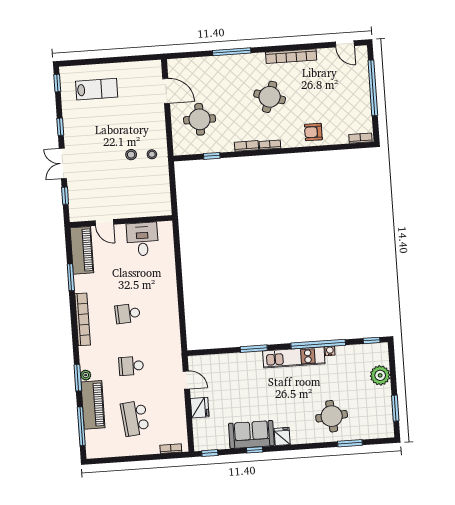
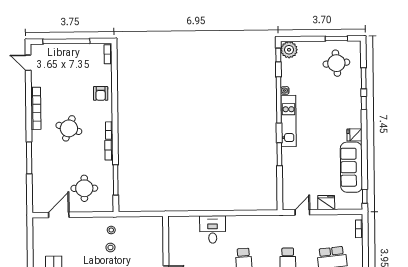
door: (345, 44) -> (28, 63), swing flipped
window: (212, 156) -> (116, 180), width x2.17
desk: (142, 239) -> (213, 229), moved, turned 90
plant: (380, 375) -> (289, 50), moved
round table: (332, 416) -> (336, 63), moved
sofa: (251, 435) -> (351, 167), width x1.36
window: (255, 450) -> (364, 103), moved

